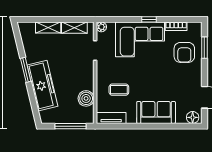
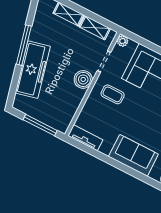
window: (26, 70) -> (24, 45), width x1.44
coffee table: (119, 90) -> (113, 94), moved
boiler: (86, 98) -> (83, 79), moved

